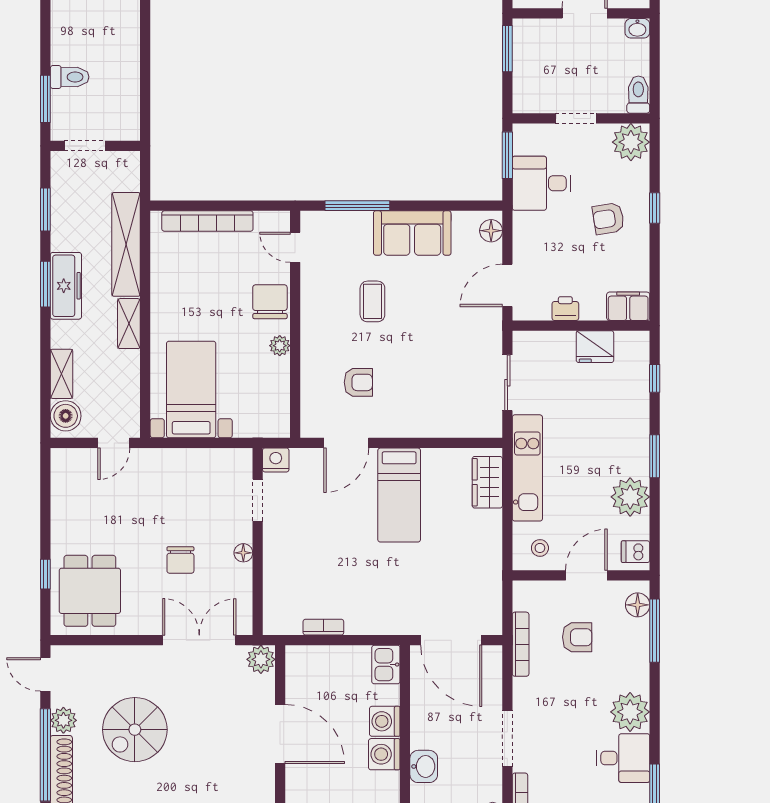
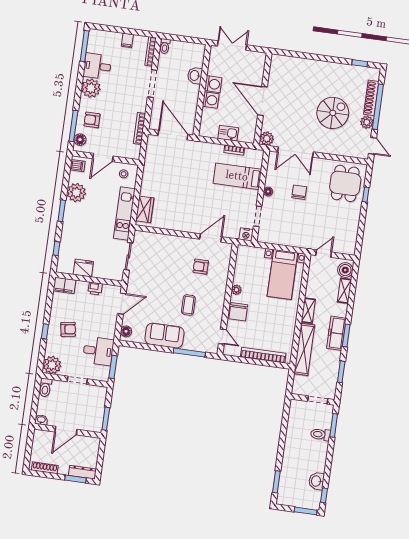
bed: (399, 495) -> (237, 176), moved, turned -90
armchair: (577, 637) -> (92, 120), moved
kitchen sink: (386, 665) -> (228, 133), moved, turned -90

